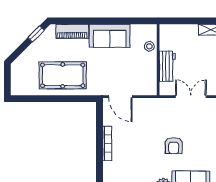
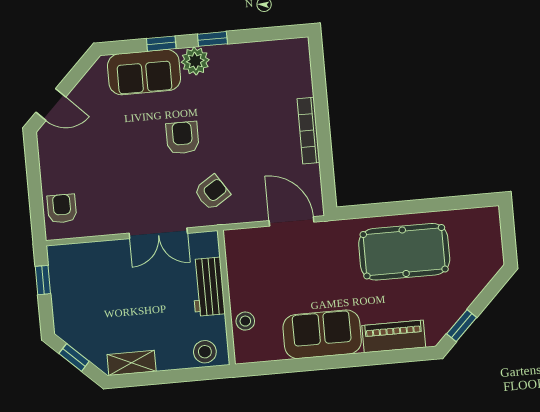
stool: (172, 32) -> (205, 352), added
armchair: (161, 115) -> (212, 192), added

